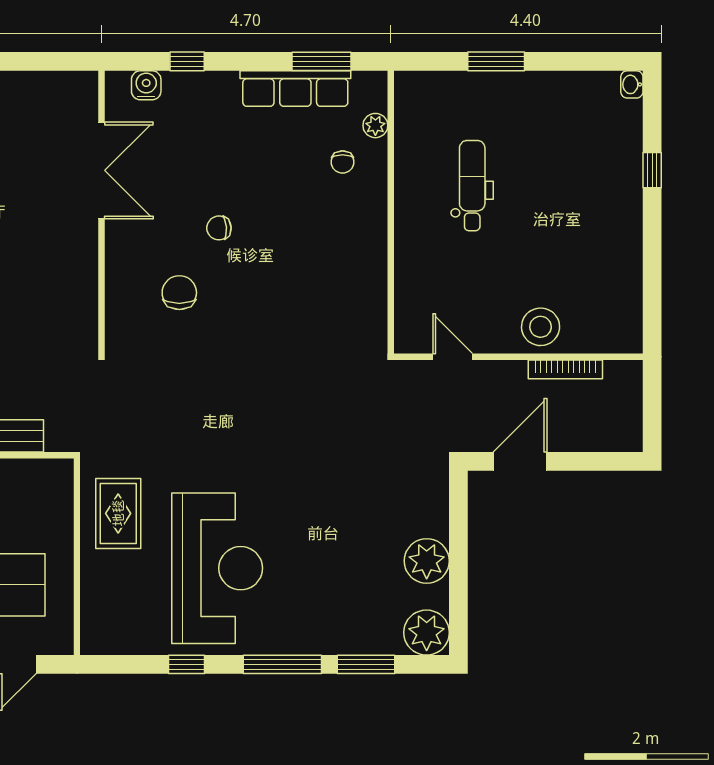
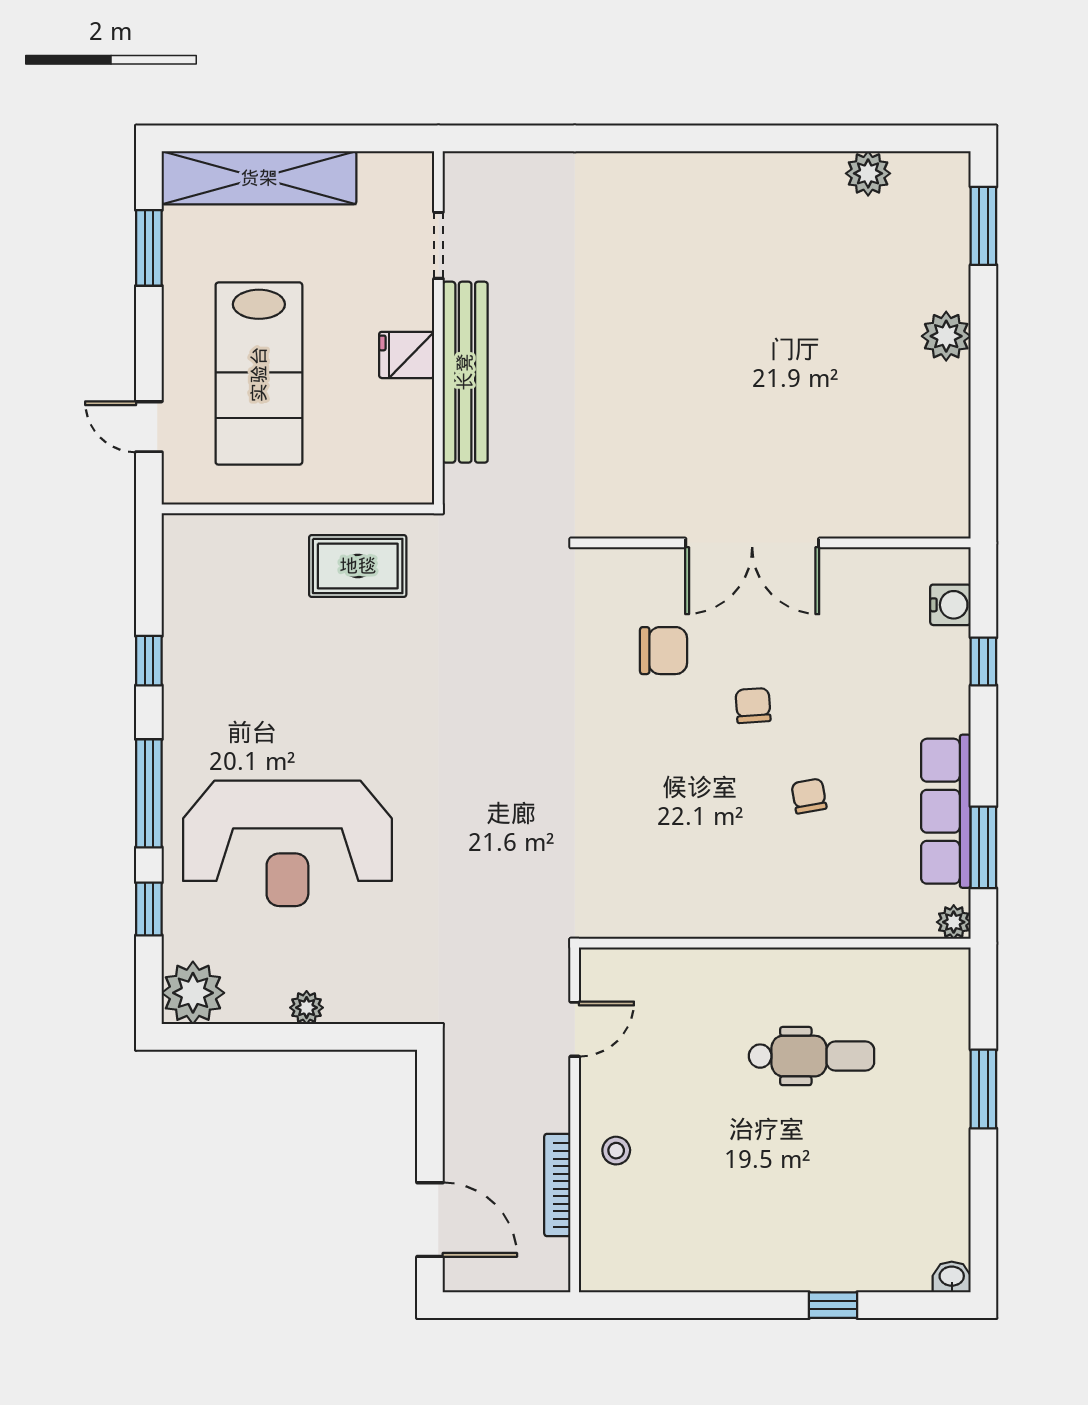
plant: (375, 126) -> (954, 922), moved
chair: (343, 162) -> (809, 796), moved, turned 80
double door: (102, 170) -> (752, 543), moved
stool: (541, 327) -> (616, 1151), width x0.53, depth x0.53
door: (520, 461) -> (430, 1220), moved
plant: (427, 561) -> (307, 1008), width x0.53, depth x0.53
reception desk: (217, 568) -> (287, 843), moved
window: (366, 664) -> (149, 909), width x0.67

